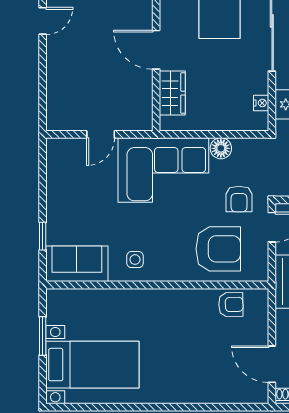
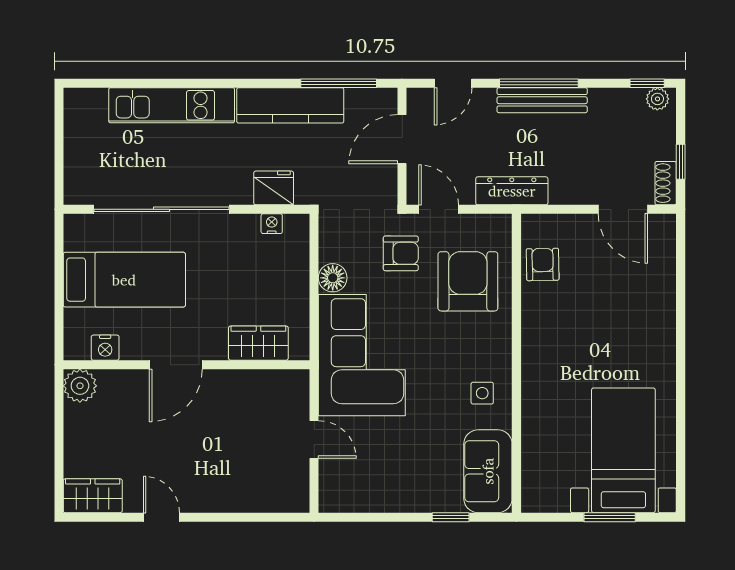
door: (156, 50) -> (176, 365), moved
window: (43, 336) -> (610, 517), moved
door: (272, 364) -> (623, 209), hinge flipped

